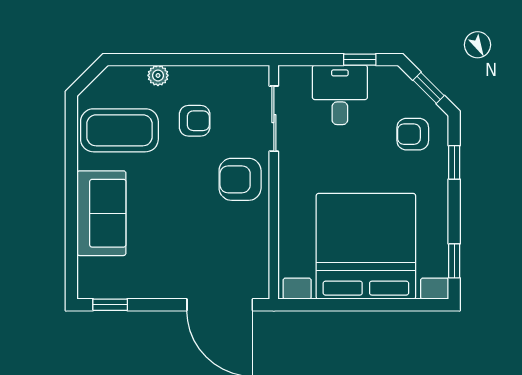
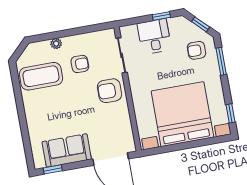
window: (454, 162) -> (221, 61), width x1.50
sofa: (101, 213) -> (67, 150), moved, turned -90

